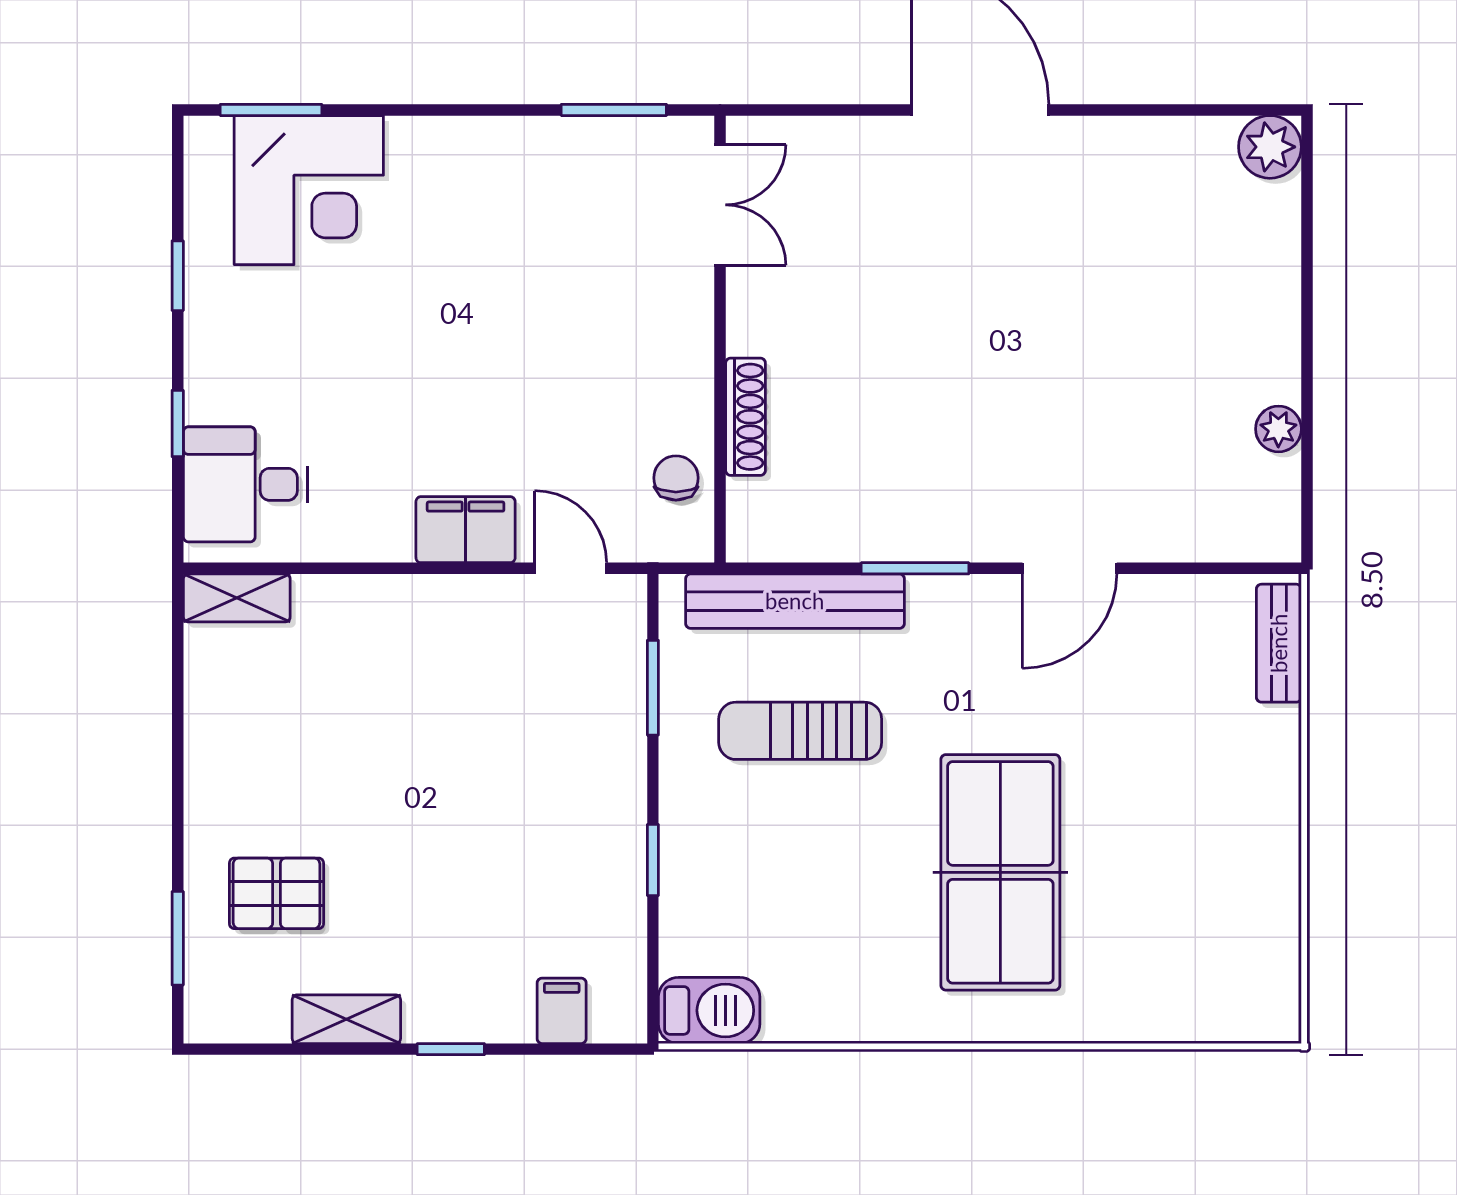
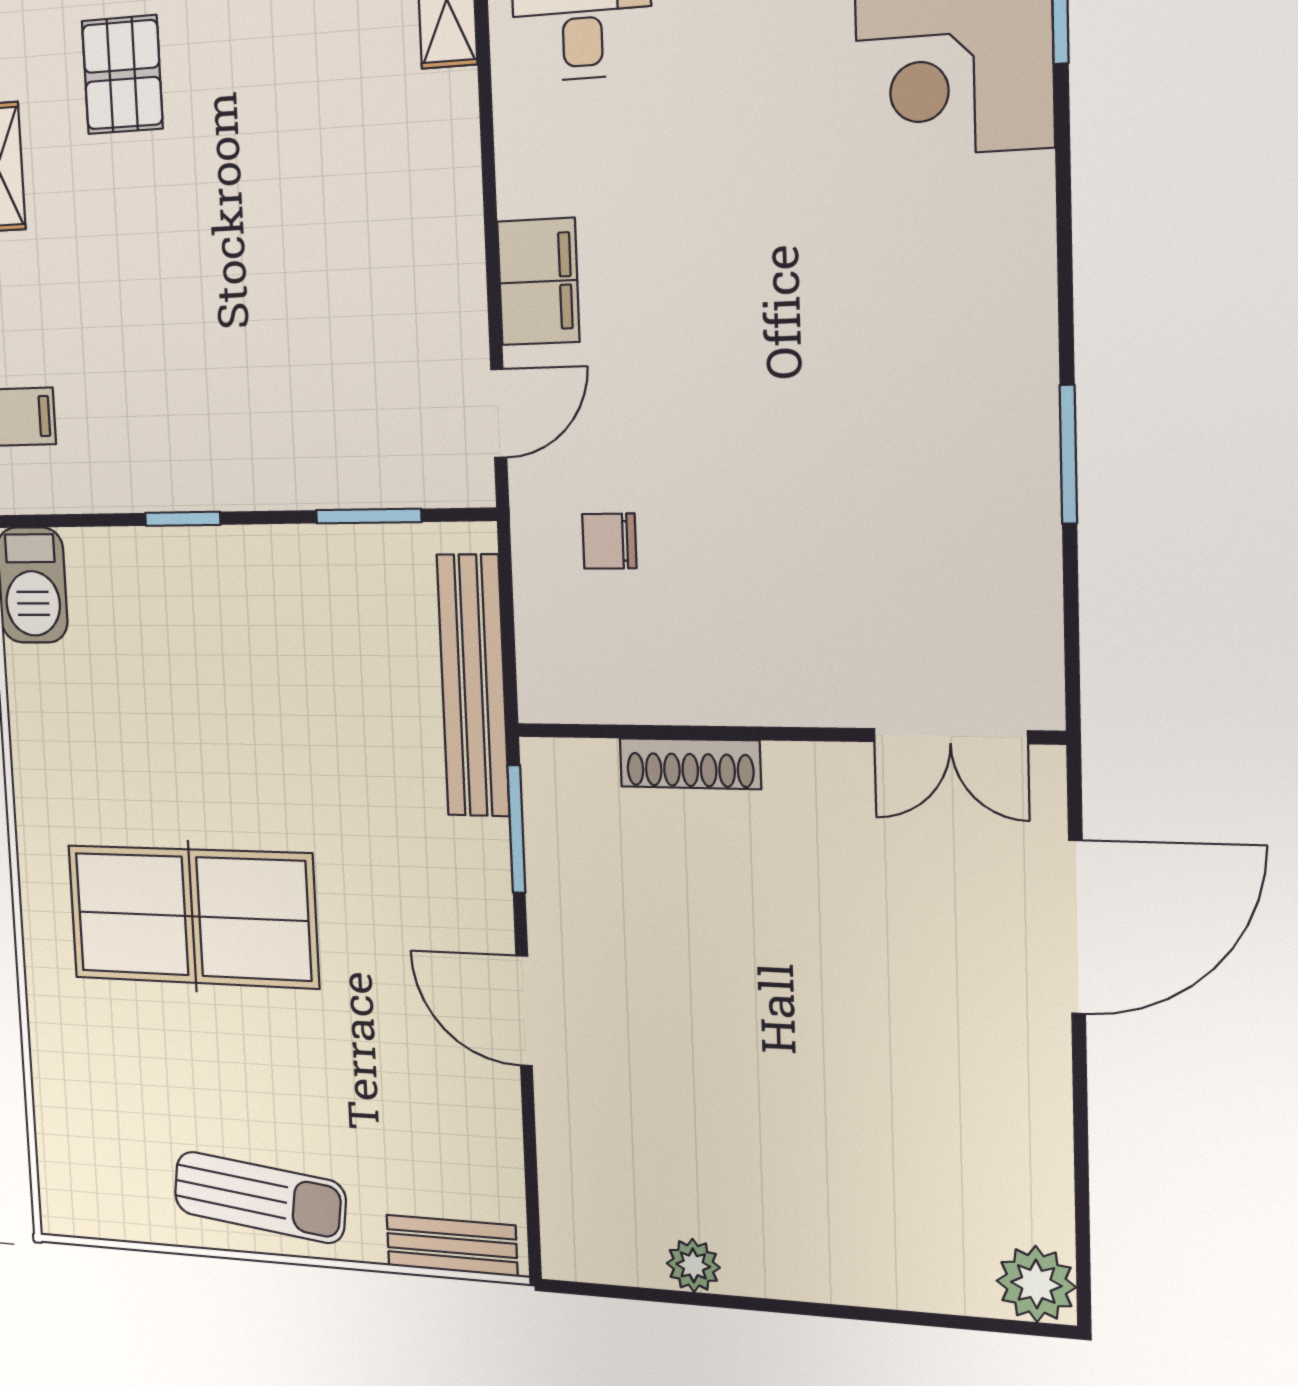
double door: (720, 205) -> (950, 736), moved
wall: (720, 339) -> (783, 734), moved
shoe rack: (745, 417) -> (690, 764), moved
chair: (676, 478) -> (609, 541), turned 180
sun lounger: (800, 731) -> (260, 1197), moved, turned 97

